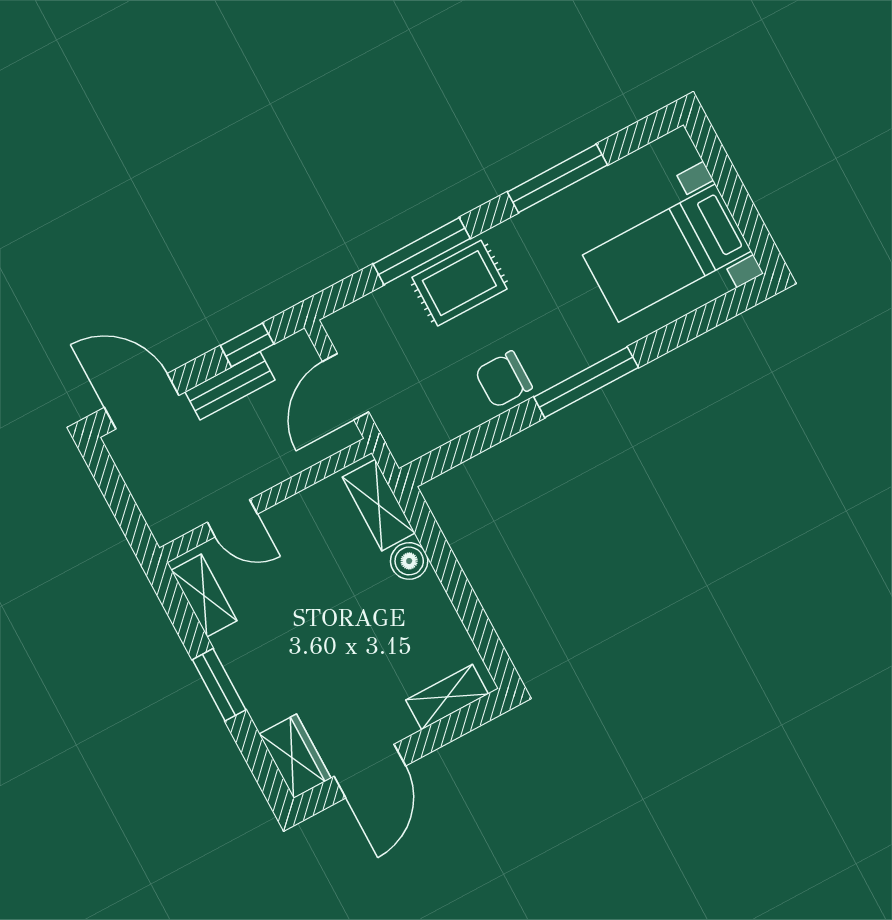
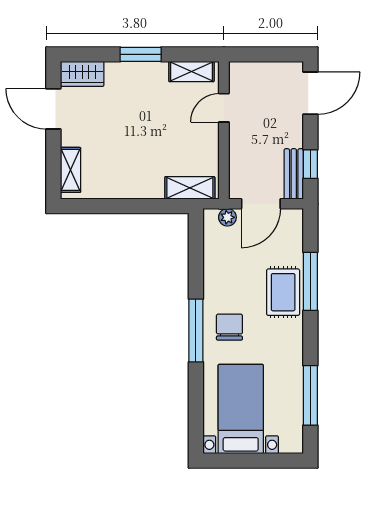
window: (557, 178) -> (310, 395), moved
chair: (504, 379) -> (229, 327), moved
bench: (230, 386) -> (294, 174), moved
door: (346, 387) -> (261, 204), swing flipped
plant: (392, 426) -> (227, 217), added
boiler: (409, 561) -> (152, 188), removed

